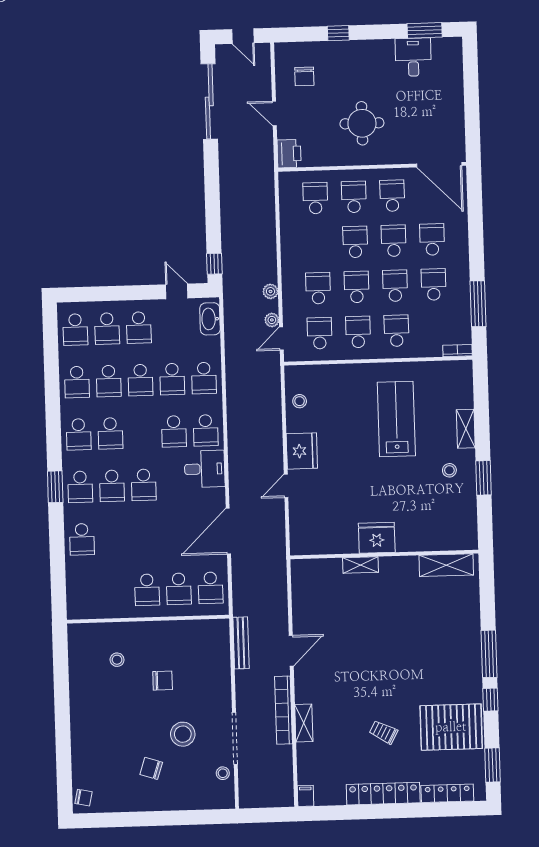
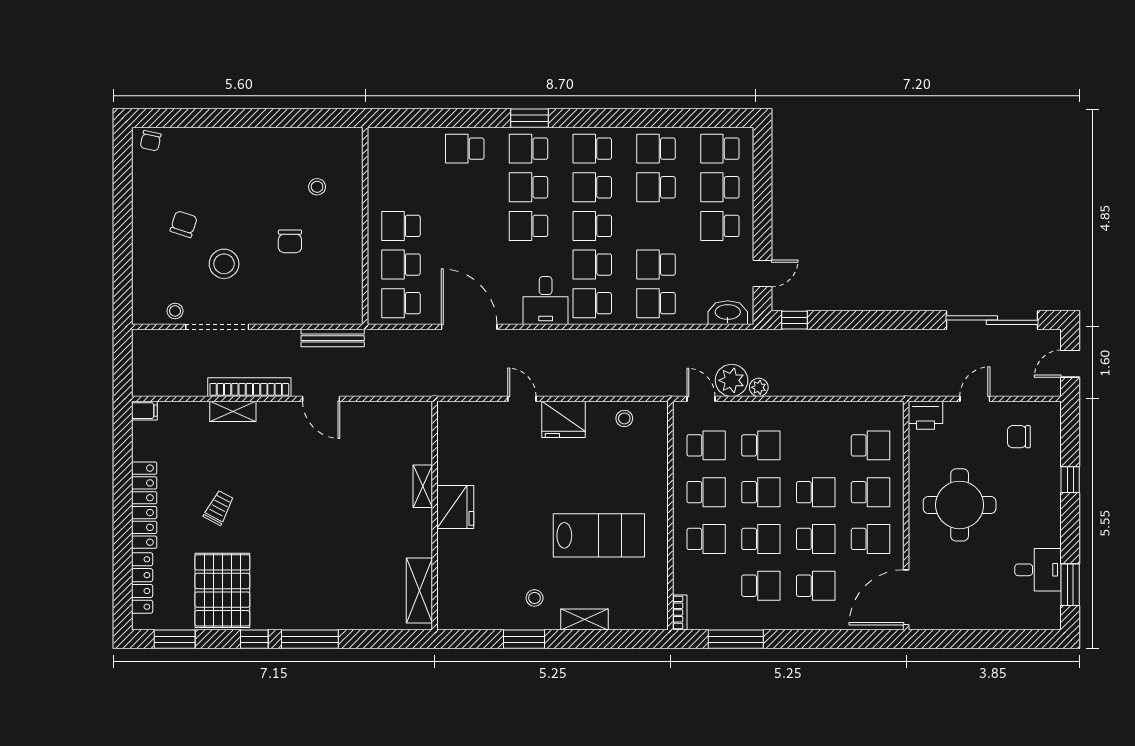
round table: (362, 123) -> (960, 505), width x1.36, depth x1.36
plant: (272, 320) -> (732, 380), width x1.87, depth x1.87
school desk: (140, 380) -> (592, 226), moved

